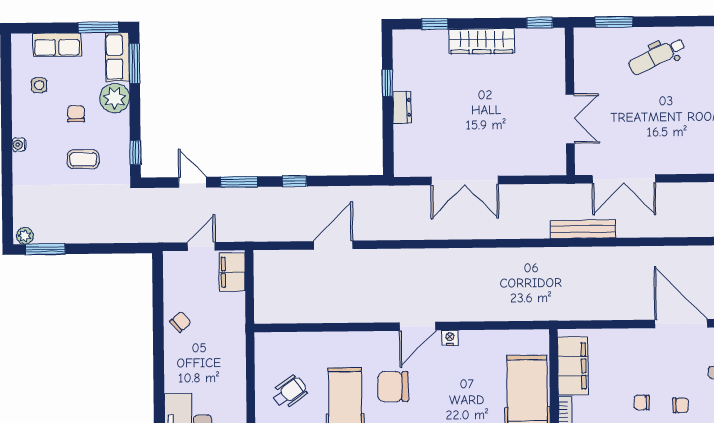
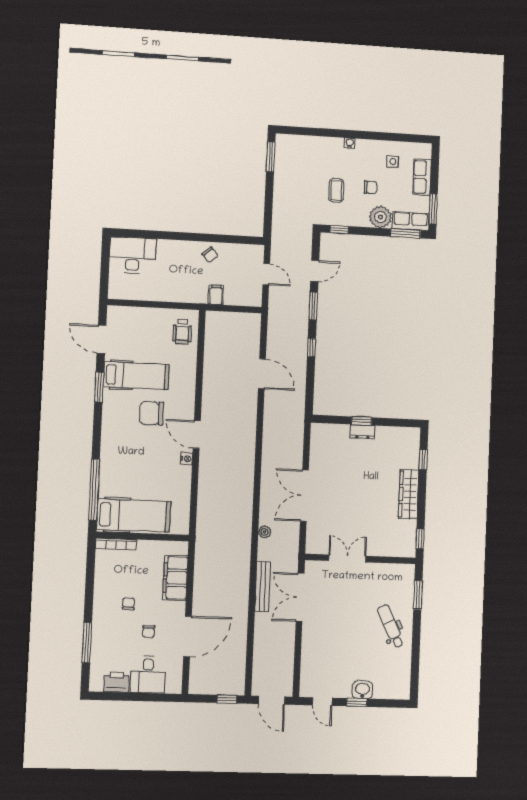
window: (387, 83) -> (362, 421), moved
double door: (570, 119) -> (347, 558), swing flipped
double door: (465, 181) -> (304, 496), moved
bench: (583, 229) -> (263, 587), moved
plant: (25, 236) -> (264, 532), moved
filing cabinet: (232, 272) -> (216, 295), moved, width x0.50
filing cabinet: (573, 366) -> (175, 578), moved, turned 90
chair: (393, 387) -> (152, 413), turned -90
wheelchair: (289, 392) -> (182, 331), moved, turned 36
chair: (681, 405) -> (149, 632), moved

